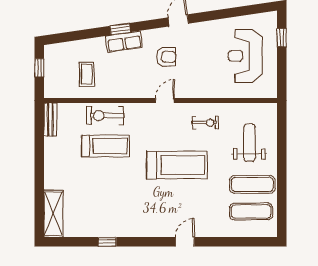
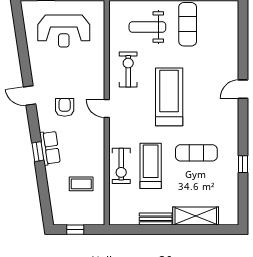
bench: (50, 120) -> (156, 219), moved
exercise bike: (205, 123) -> (128, 69), width x1.38, depth x1.39
exercise mat: (251, 211) -> (196, 153), moved, turned 90
shelving: (53, 214) -> (196, 216), moved
door: (185, 242) -> (243, 89), hinge flipped

